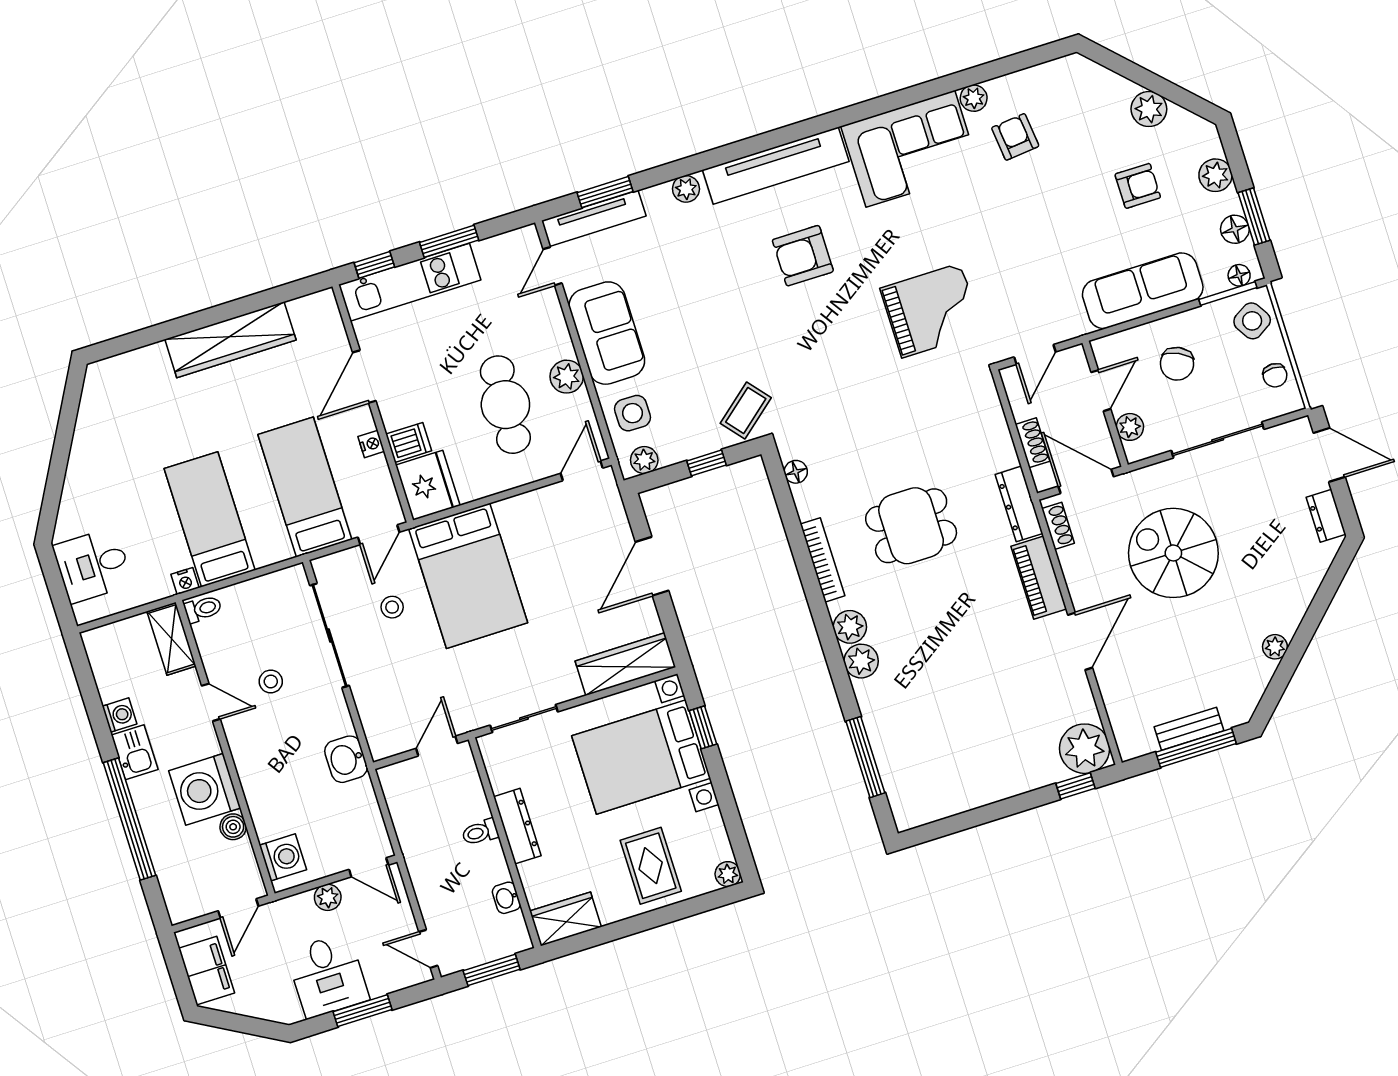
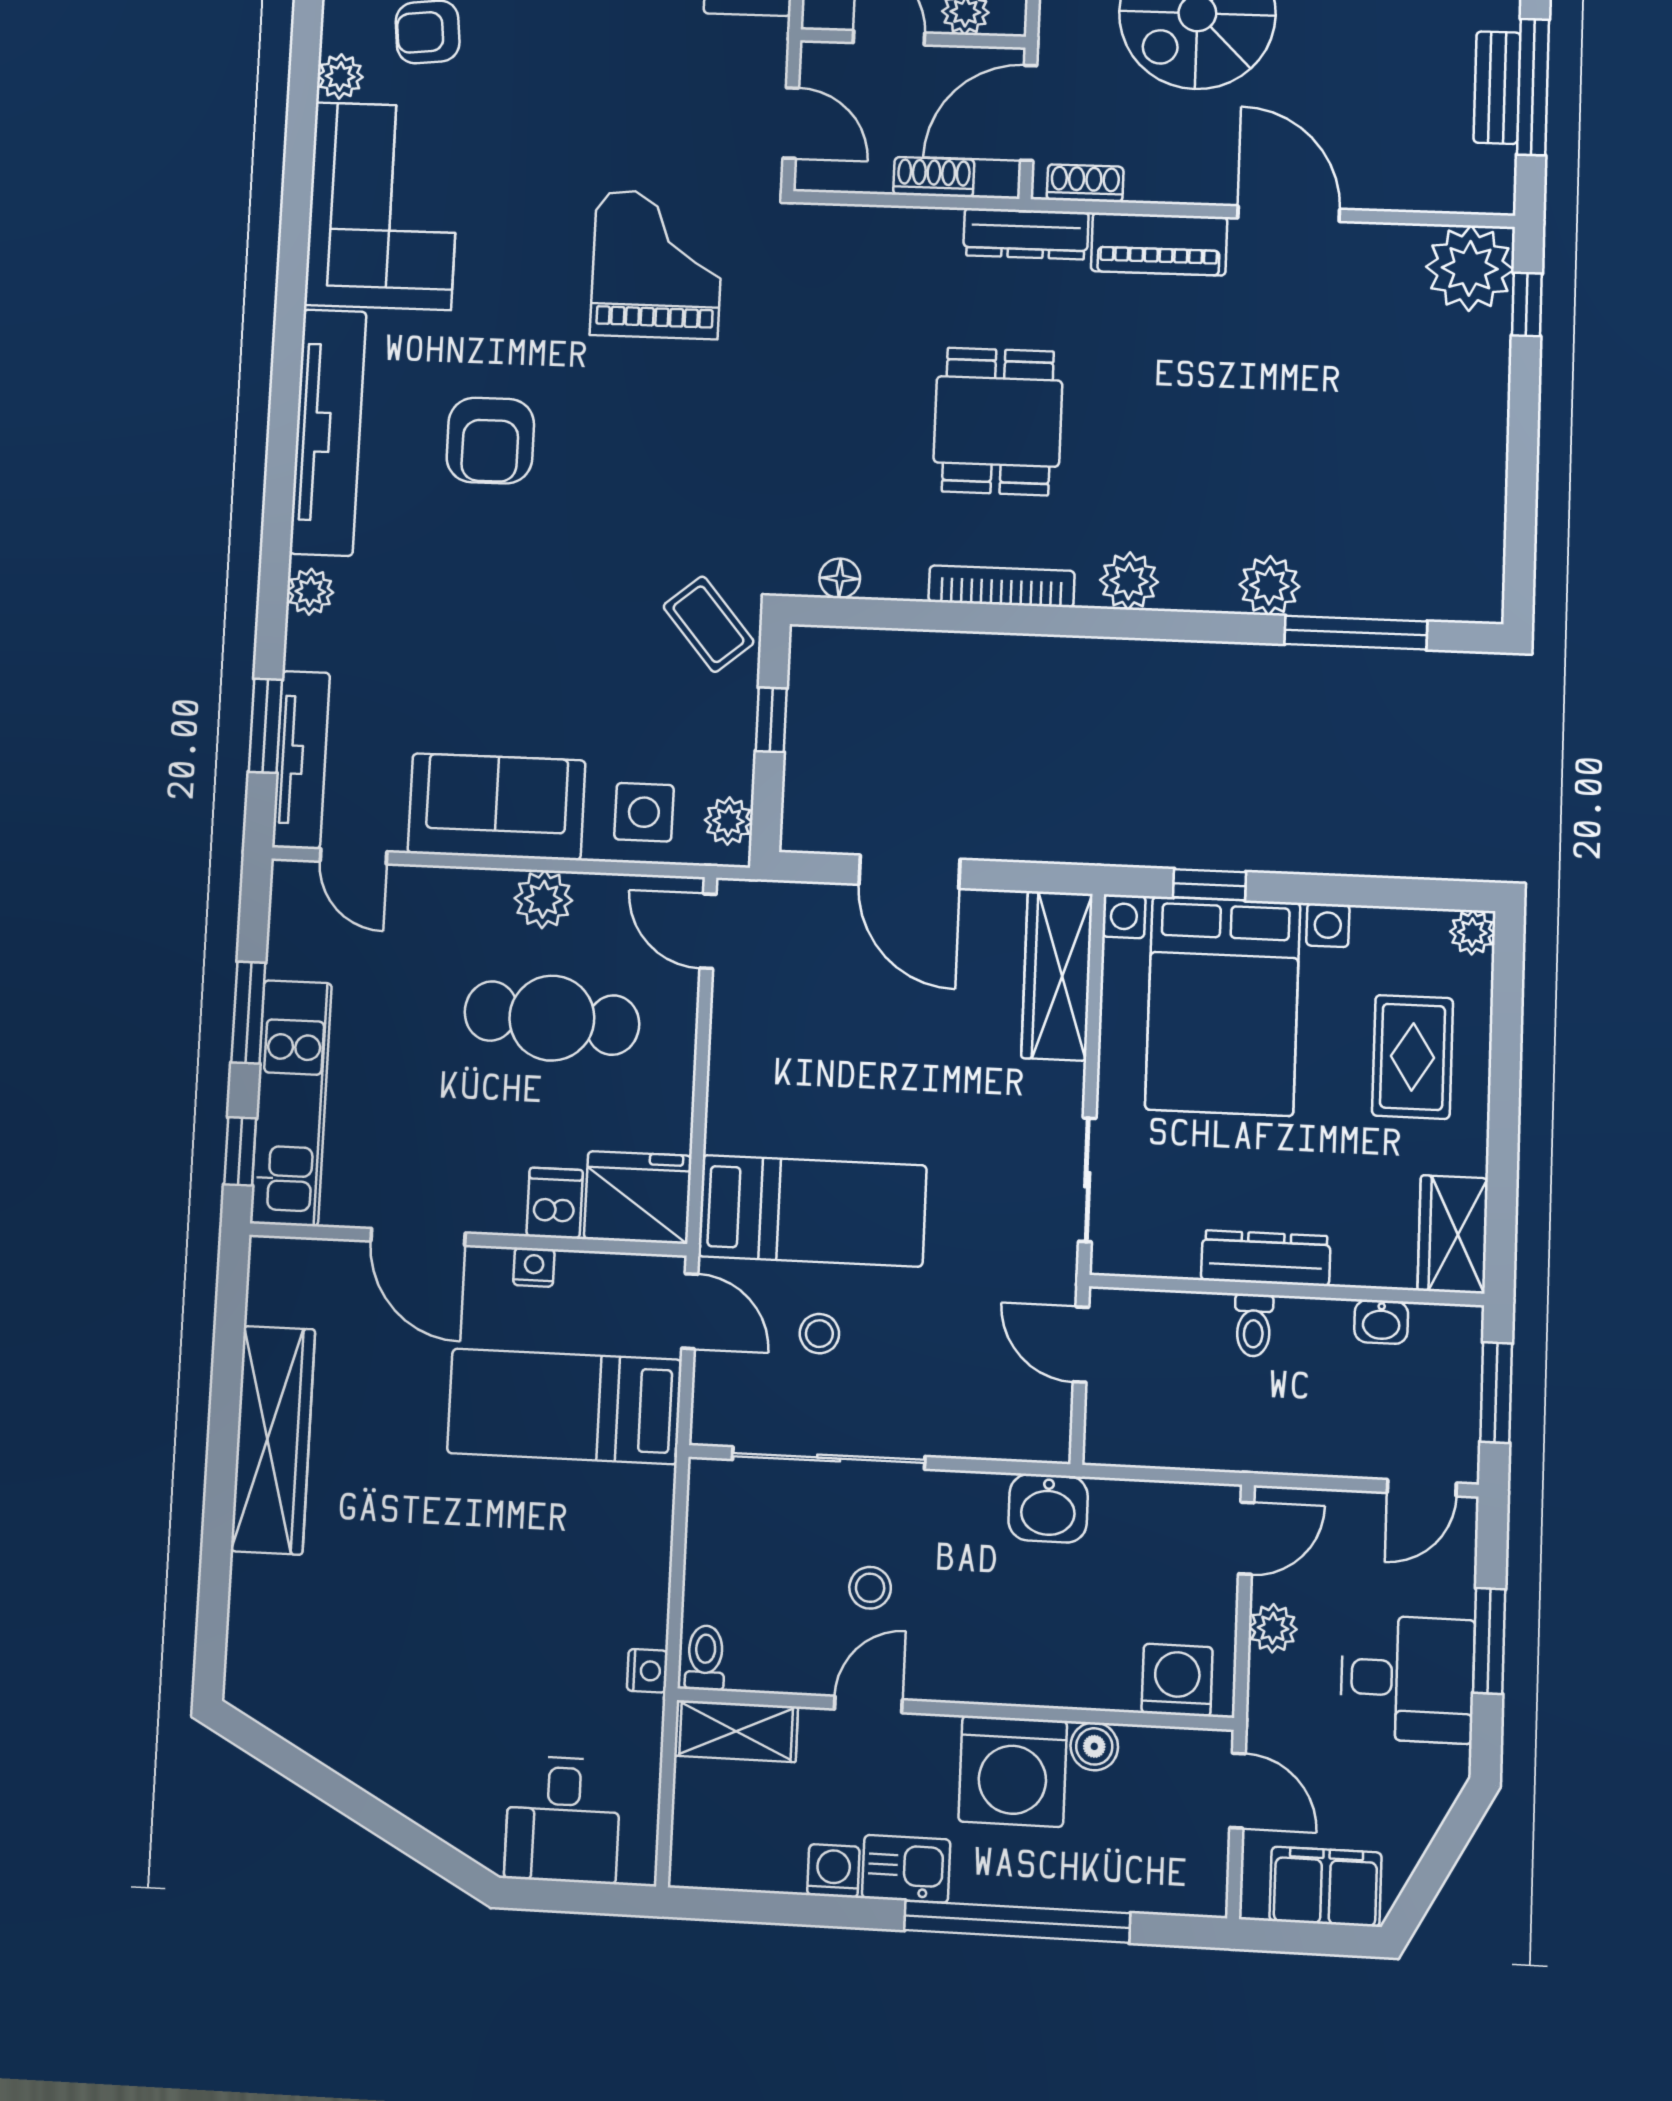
bed: (210, 519) -> (559, 1589), removed
bed: (468, 576) -> (812, 1211), width x0.67
plant: (861, 661) -> (1269, 586), moved
rug: (651, 866) -> (1412, 1057), turned 90

